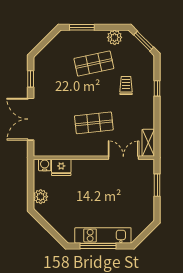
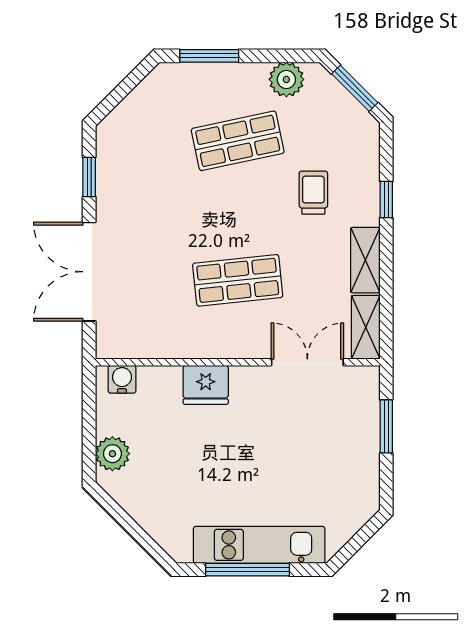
shelving: (148, 114) -> (365, 260), added
fridge: (61, 167) -> (206, 385), moved

